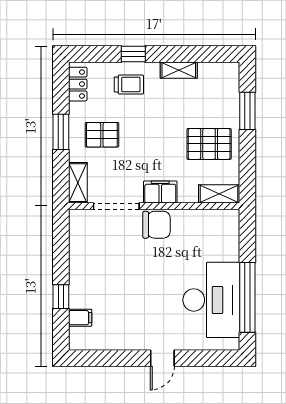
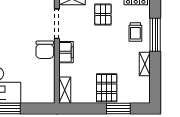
window: (133, 54) -> (155, 35), width x2.17
pallet: (209, 144) -> (107, 88), moved

